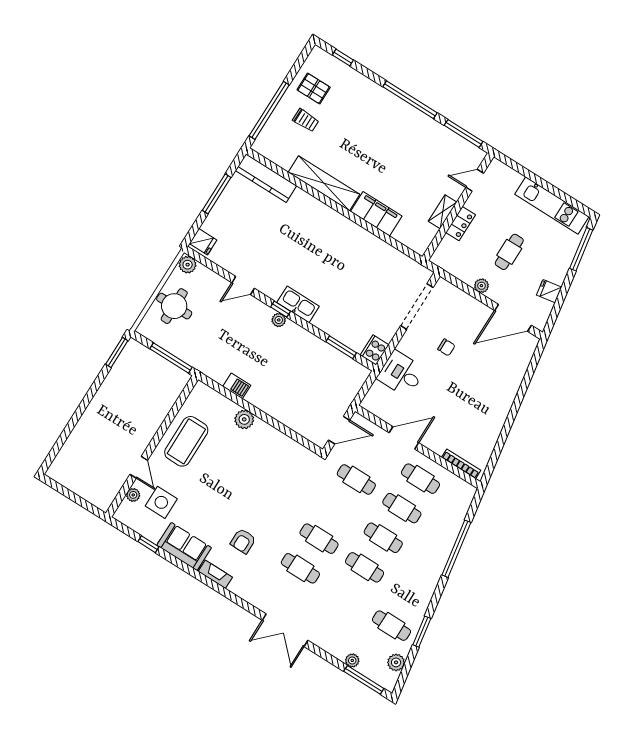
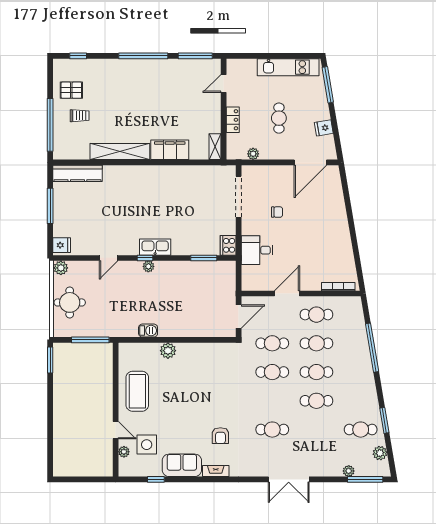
shelving: (443, 212) -> (215, 147), moved
plant: (481, 286) -> (253, 154), moved
cafe table: (319, 539) -> (272, 372), moved

